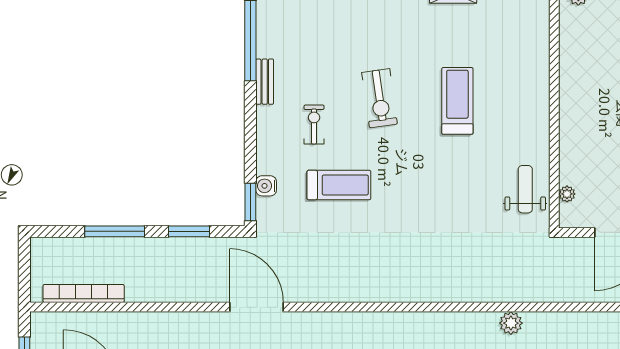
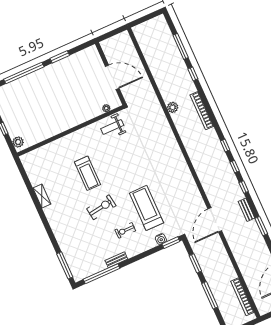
treadmill: (457, 101) -> (87, 173), turned -90
treadmill: (339, 185) -> (146, 208), width x1.37, depth x1.38

